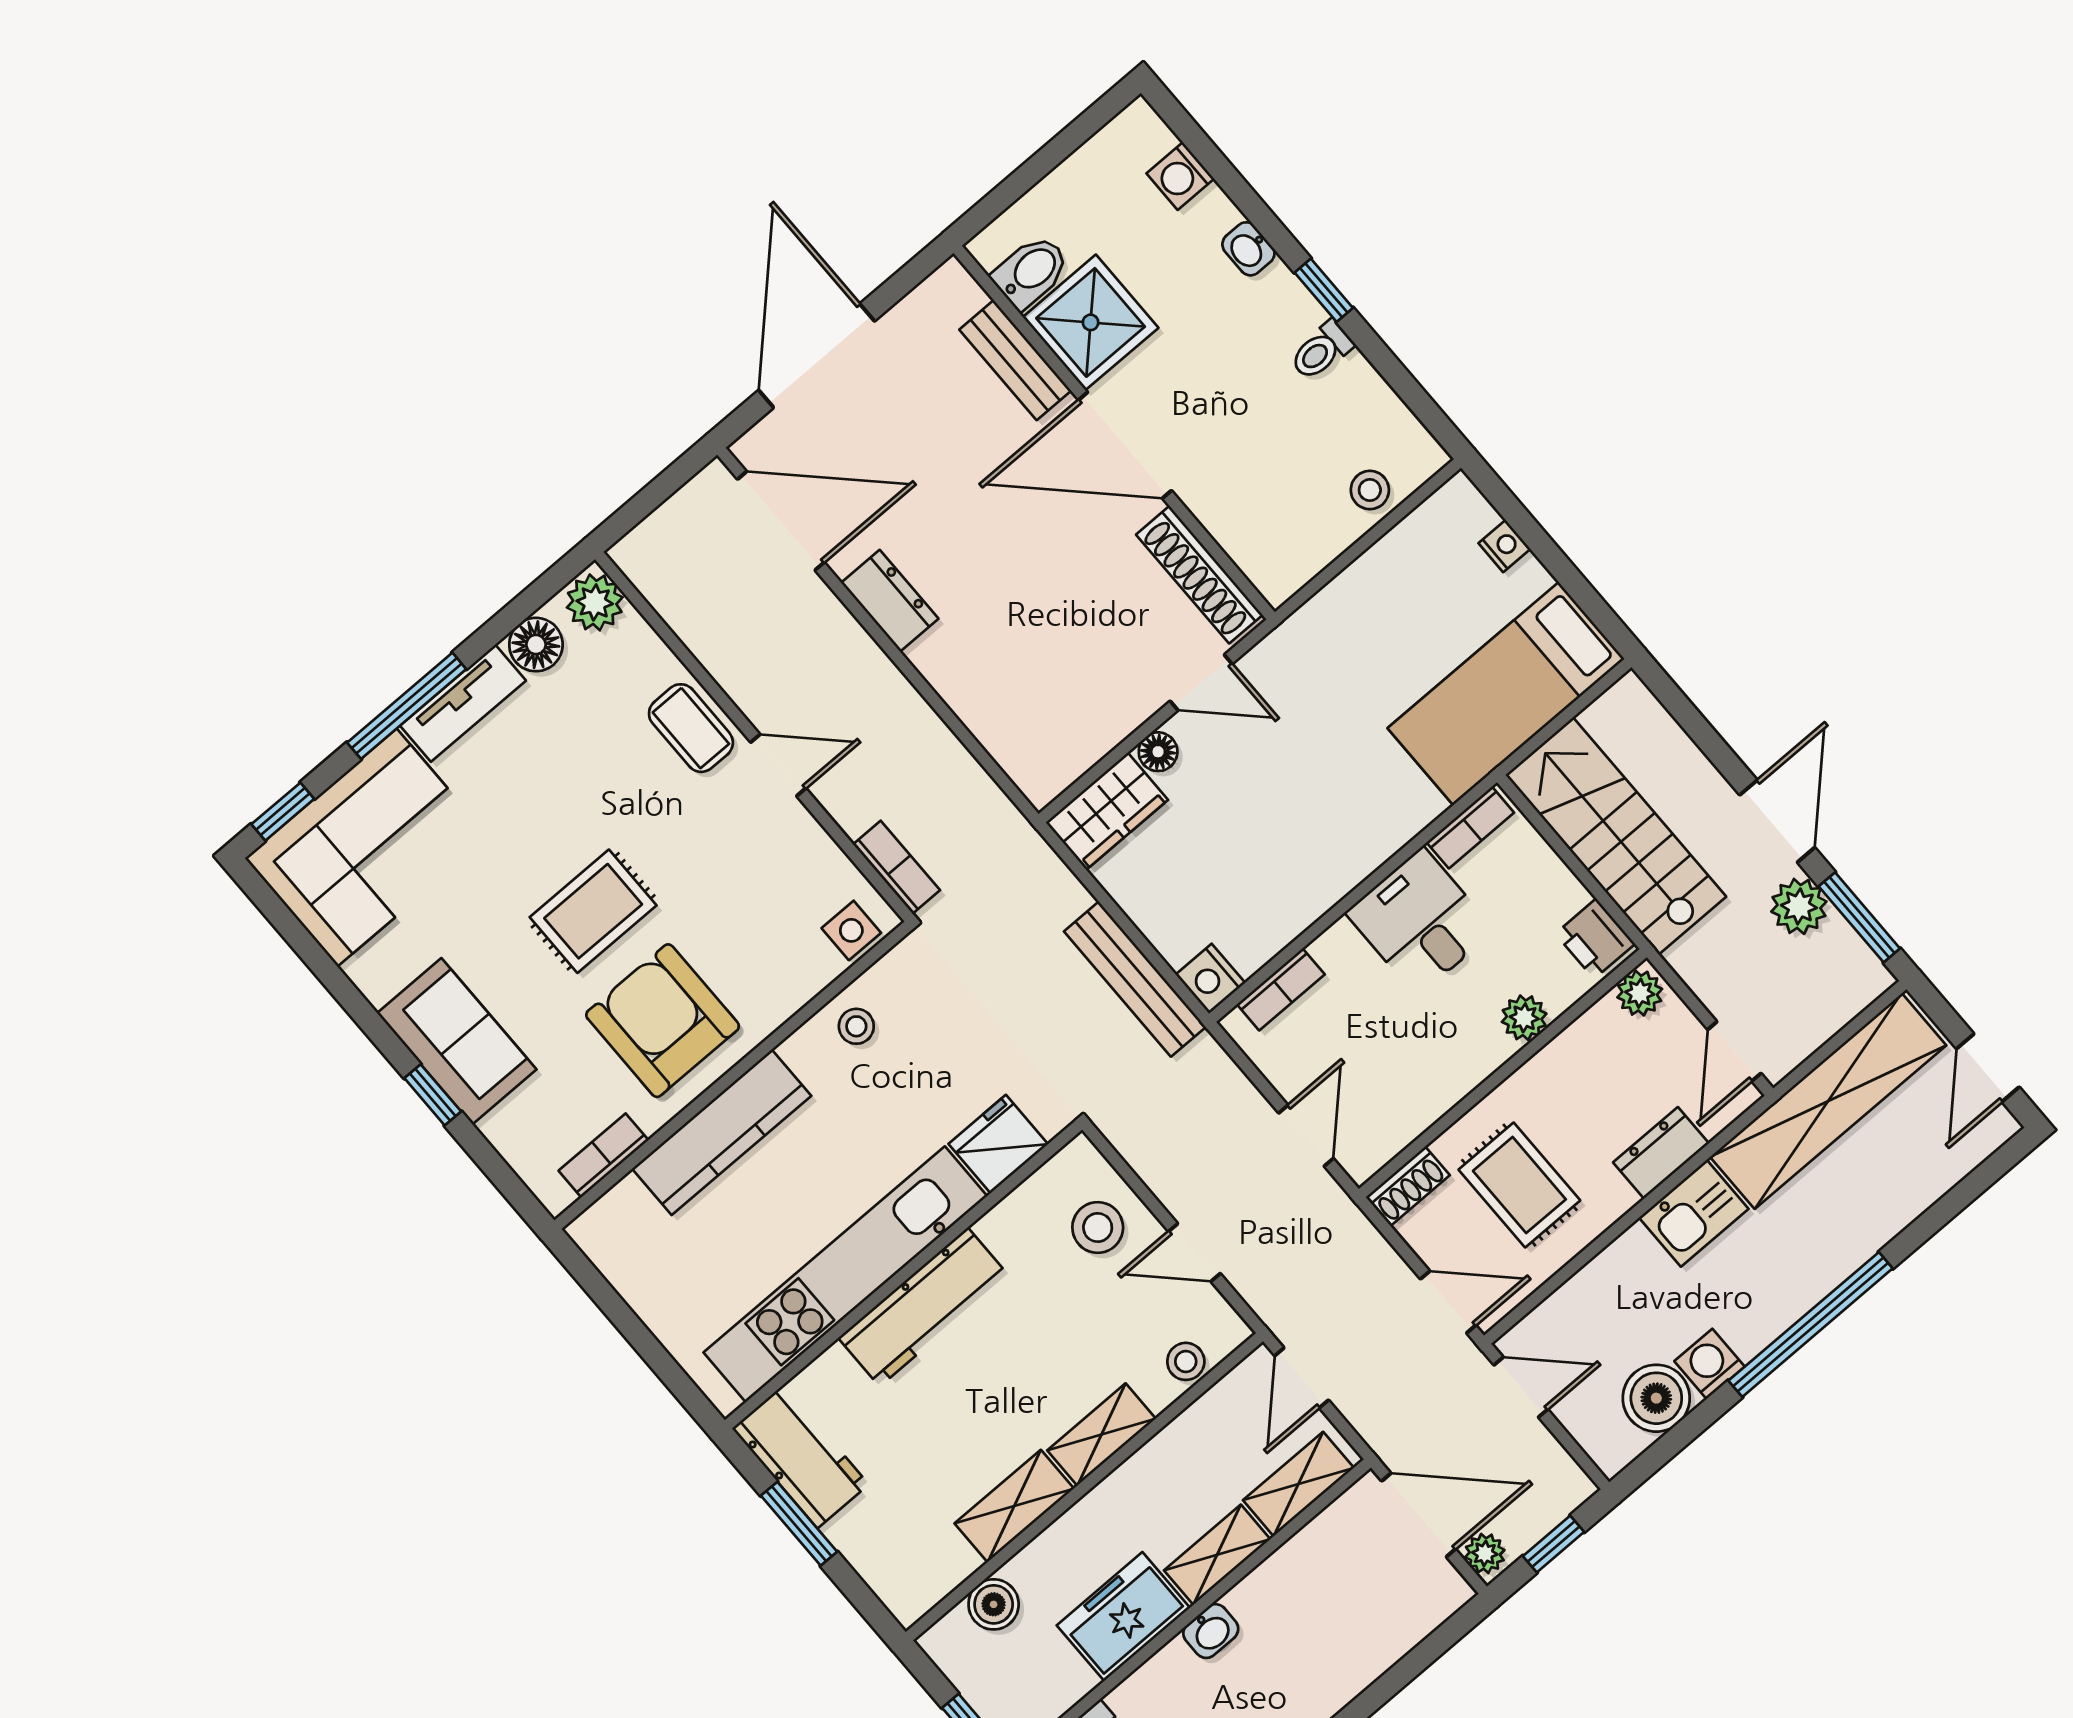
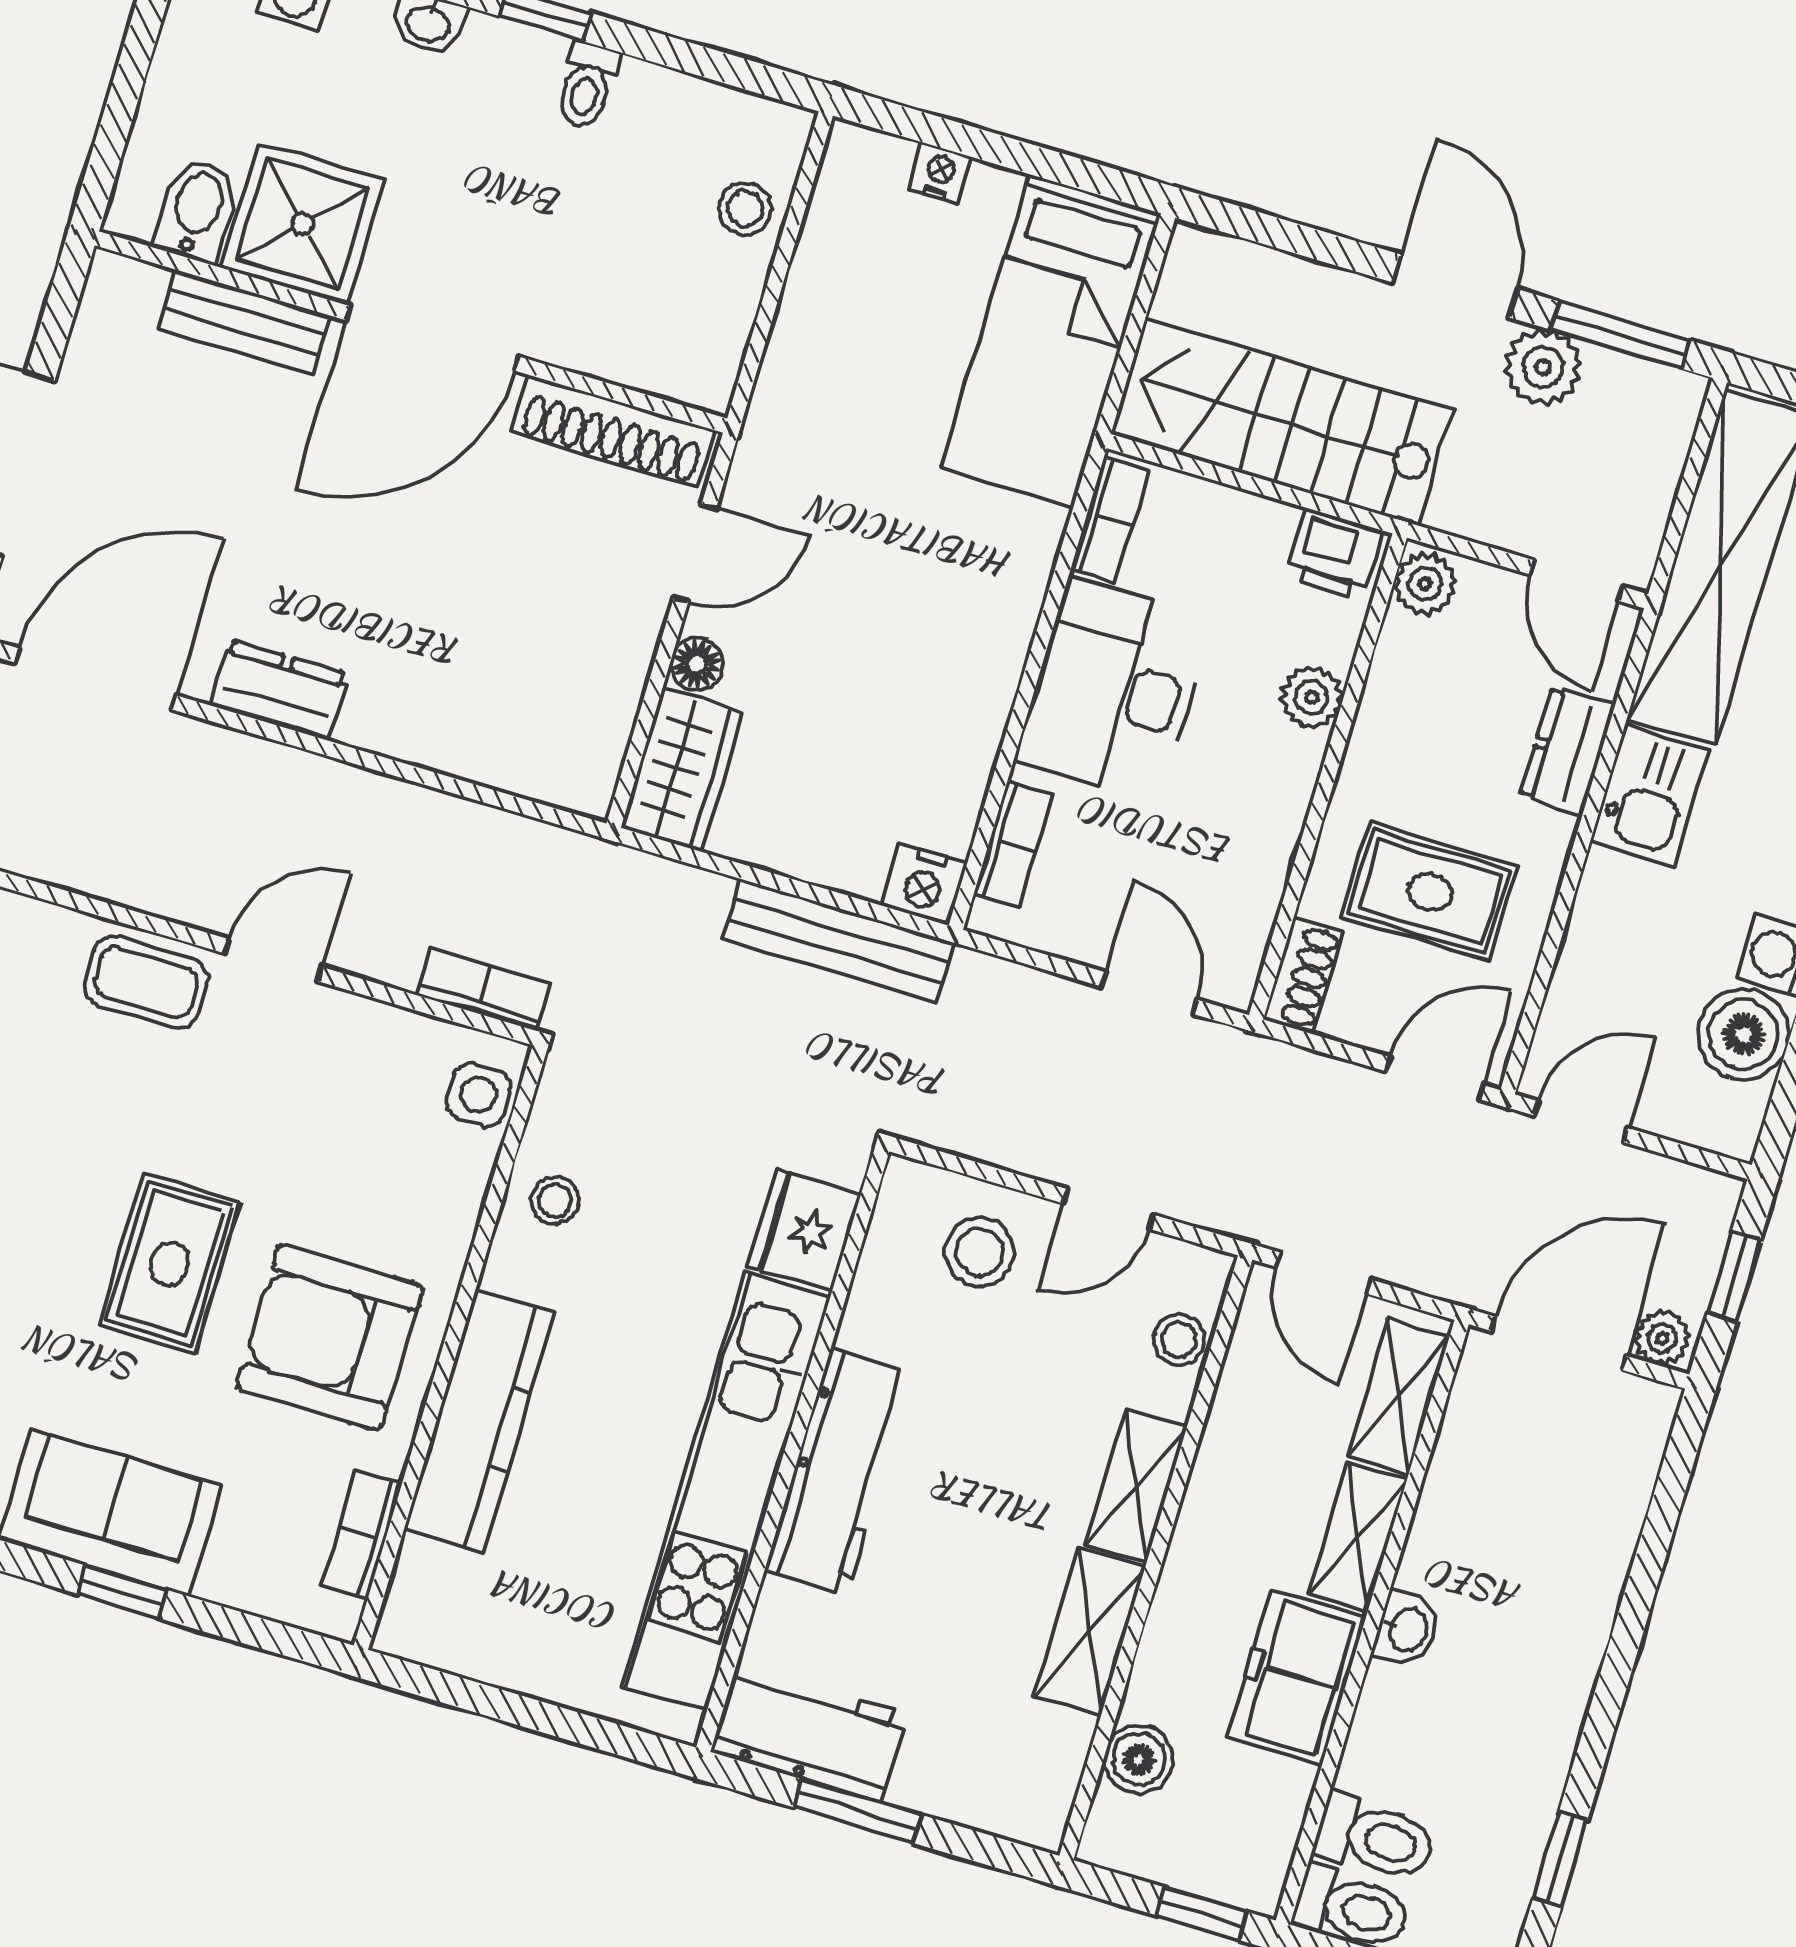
desk: (1420, 921) -> (1114, 690), width x1.37

